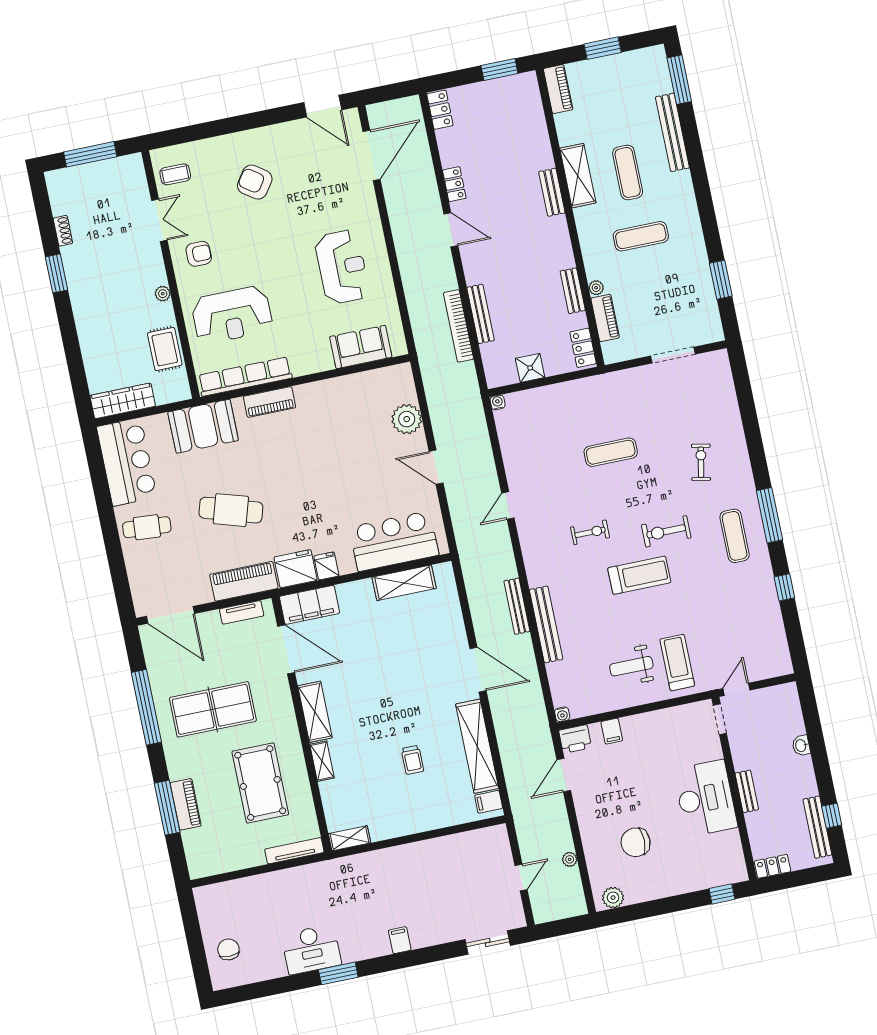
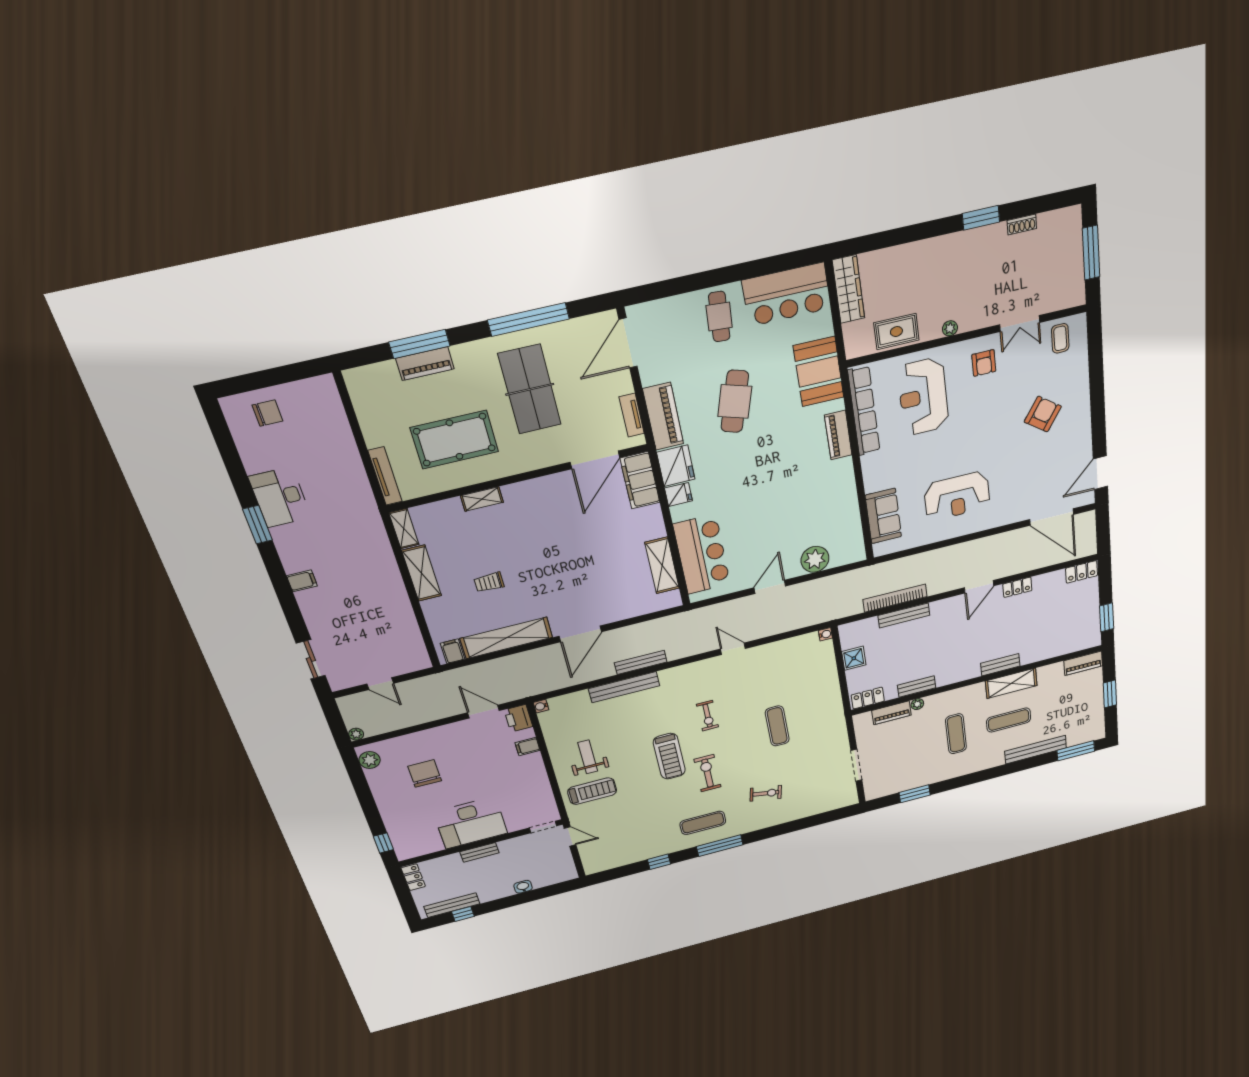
shelving: (315, 712) -> (422, 573), moved, turned 90
plant: (570, 859) -> (356, 734), moved

